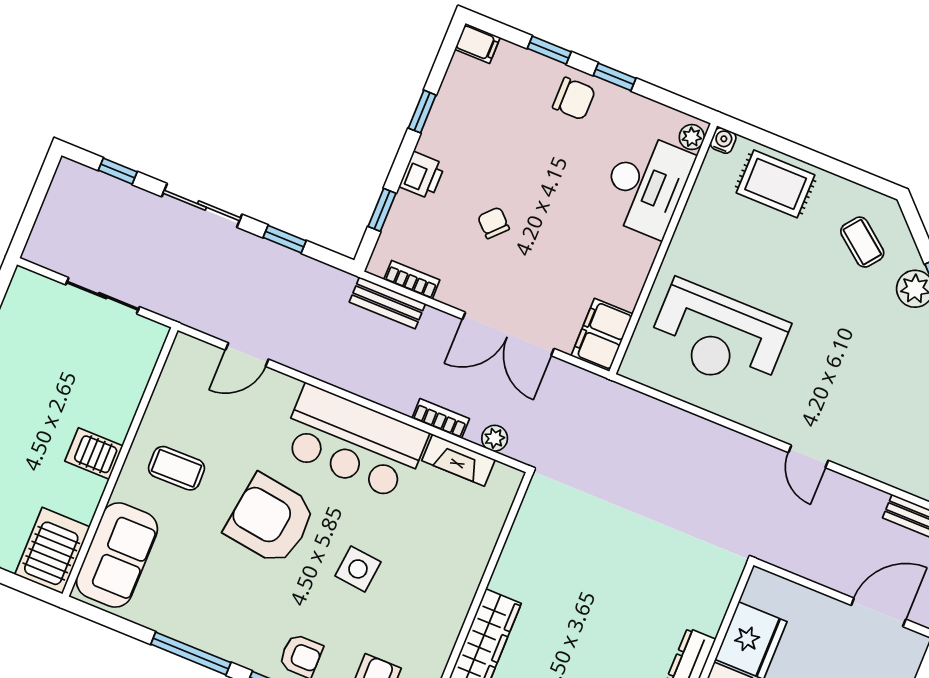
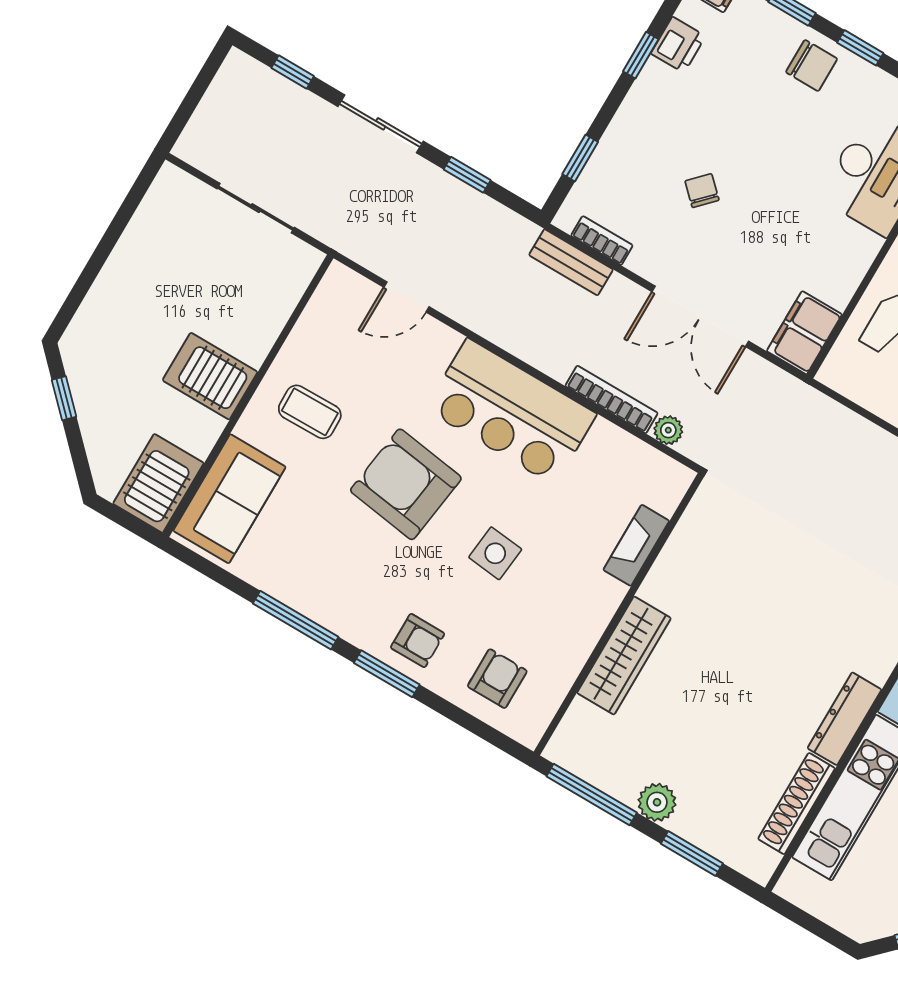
printer: (422, 175) -> (678, 45), moved
bookcase: (441, 419) -> (611, 399), width x1.56
server rack: (94, 454) -> (210, 376), width x1.36, depth x1.44
fireplace: (459, 460) -> (636, 545), moved, turned 90

